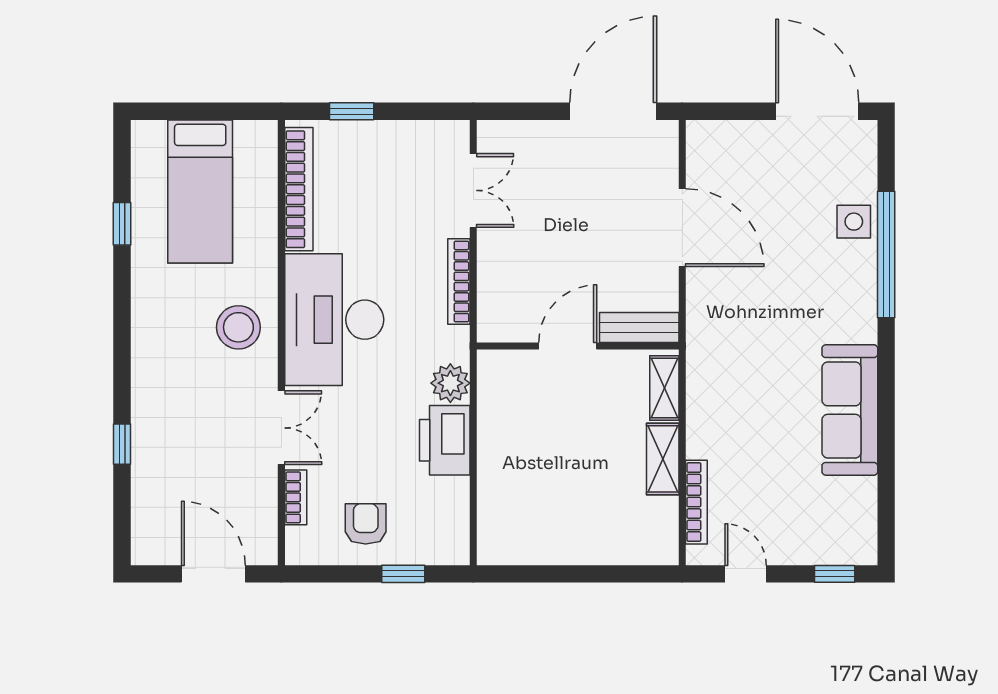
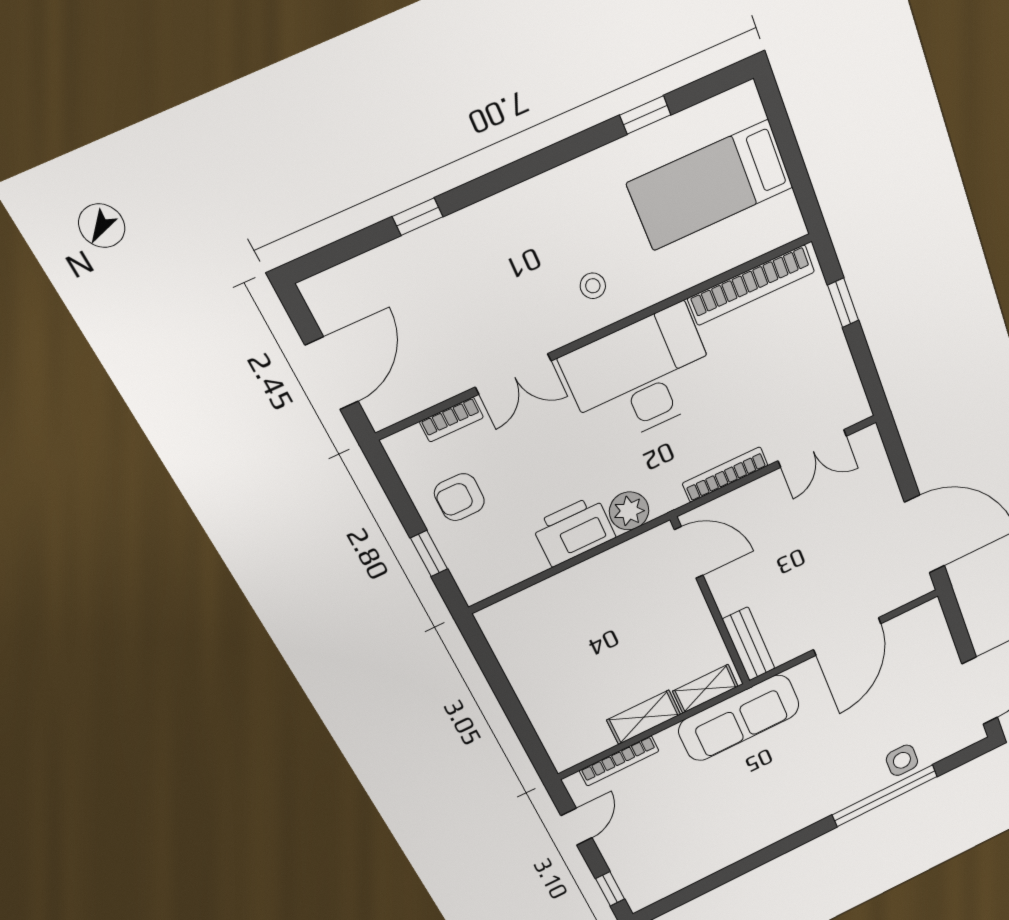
stool: (238, 327) -> (593, 286), width x0.53, depth x0.53
door: (568, 346) -> (689, 553), moved
sofa: (850, 410) -> (739, 718), moved, turned 180
armchair: (366, 524) -> (459, 497), turned 180

